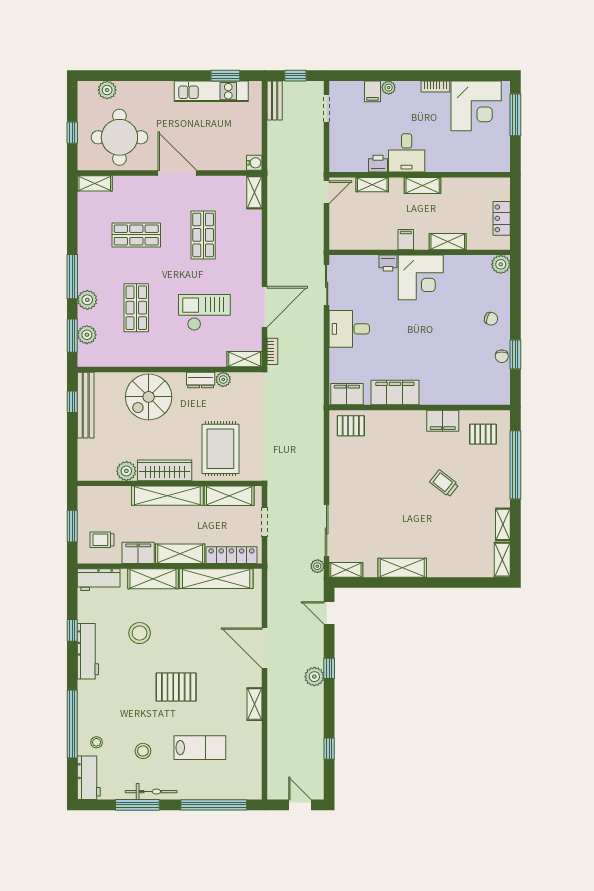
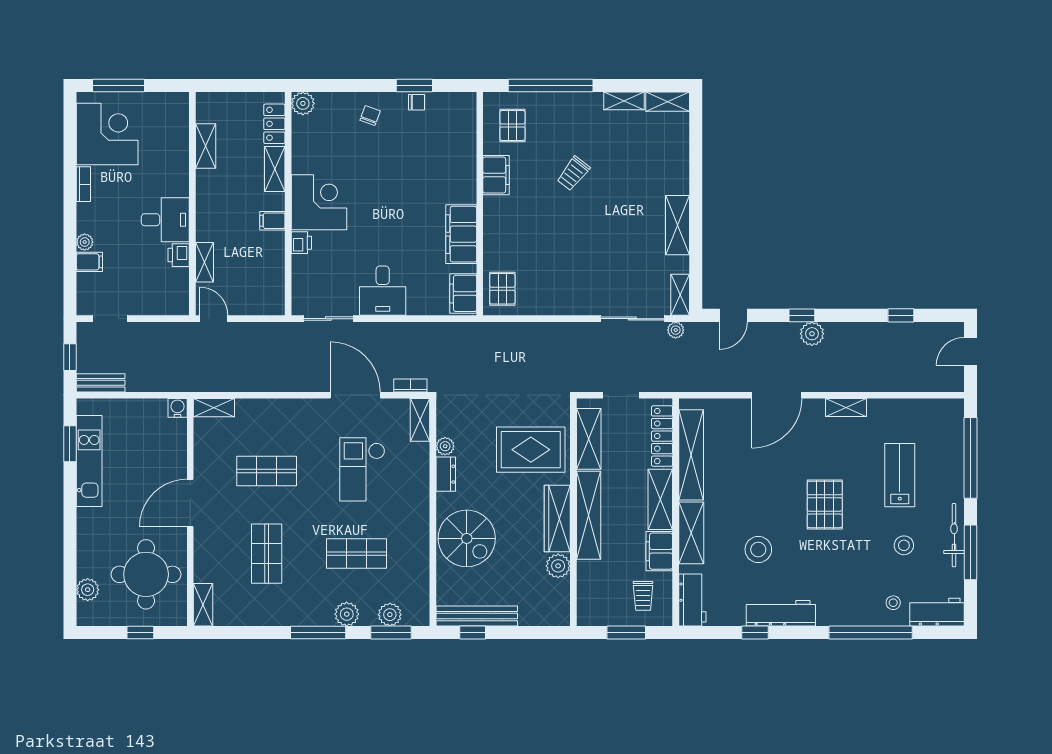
shelving: (423, 186) -> (206, 146), moved
locker: (502, 218) -> (274, 124), moved, turned 90

